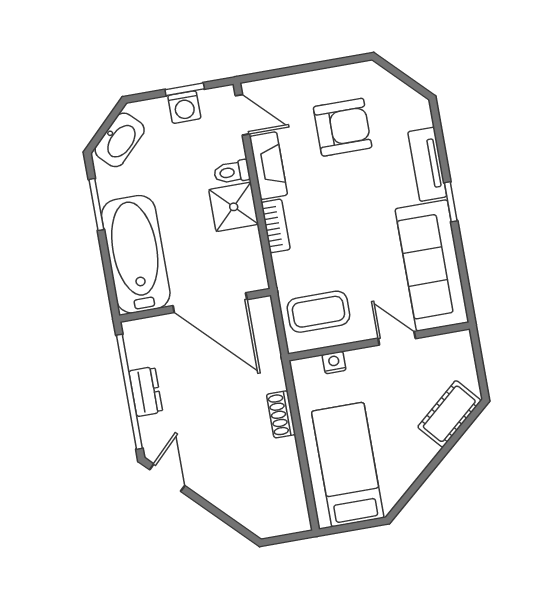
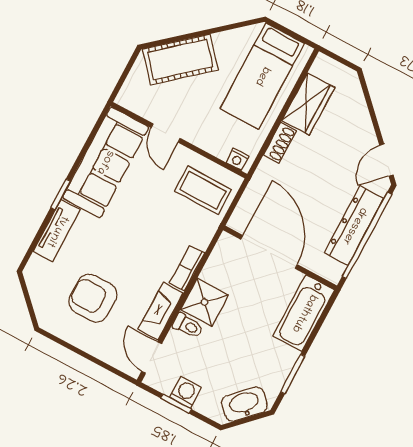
bathtub: (136, 254) -> (304, 313), width x0.73, depth x0.73
nightstand: (334, 363) -> (237, 159), moved
dresser: (146, 392) -> (354, 226), width x1.96, depth x1.24
cot: (449, 414) -> (180, 60), width x1.37, depth x1.34
wardrobe: (283, 472) -> (308, 104), added

